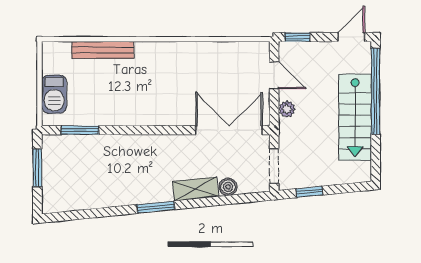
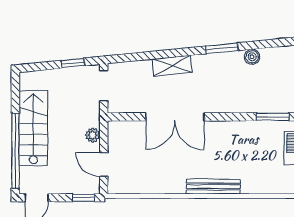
bench: (103, 50) -> (213, 187), moved
double door: (229, 130) -> (175, 117), moved
boiler: (228, 187) -> (252, 57), moved
window: (156, 207) -> (222, 48), moved

